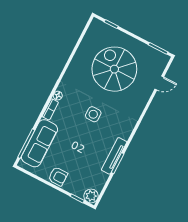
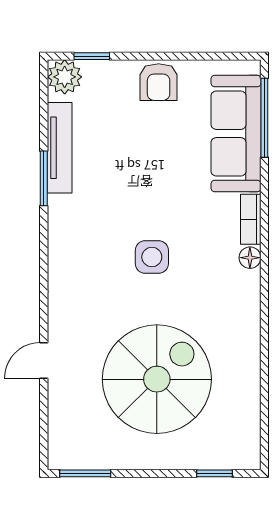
spiral stairs: (114, 69) -> (157, 379), turned -90
door: (159, 83) -> (44, 361), moved
tv unit: (114, 156) -> (60, 148), moved
armchair: (58, 176) -> (159, 82), turned -90

